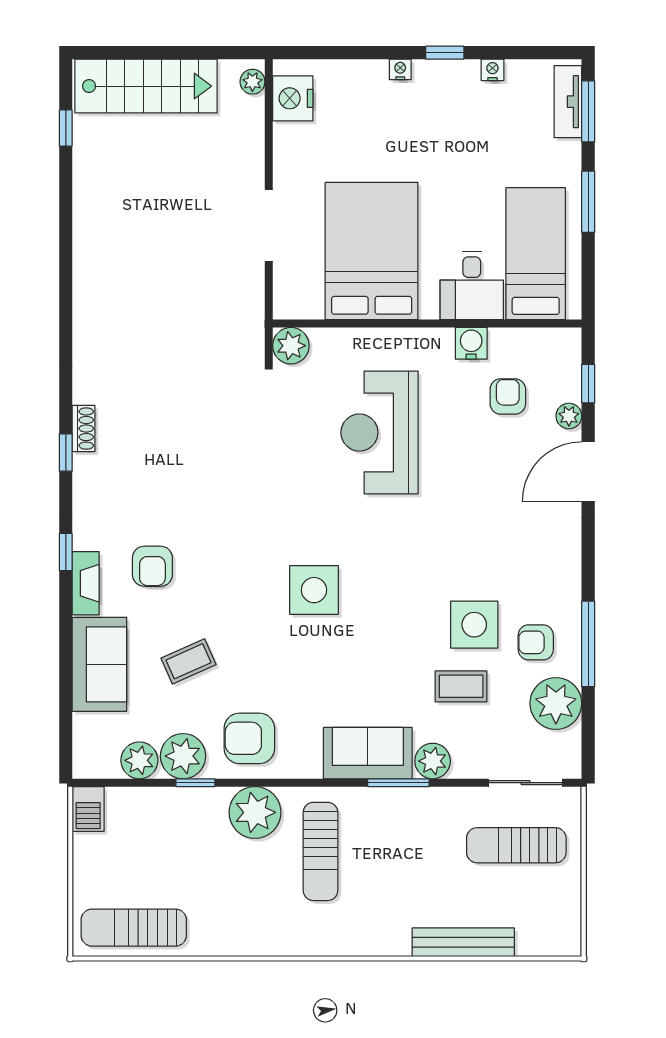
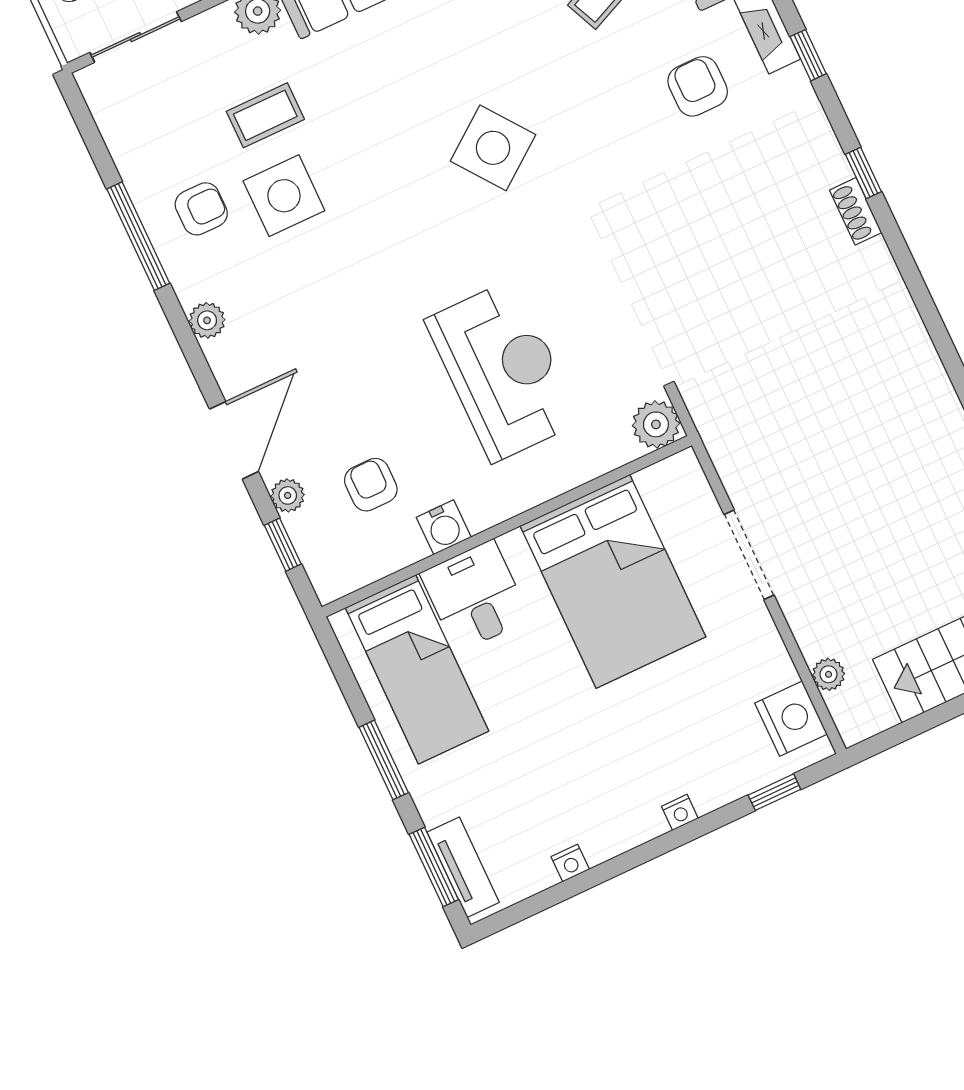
window: (445, 53) -> (774, 792), moved
plant: (252, 82) -> (829, 674), moved
armchair: (508, 397) -> (371, 485), turned 180
side table: (314, 590) -> (493, 148), turned -37
plant: (556, 703) -> (207, 320), moved, width x0.53, depth x0.53

